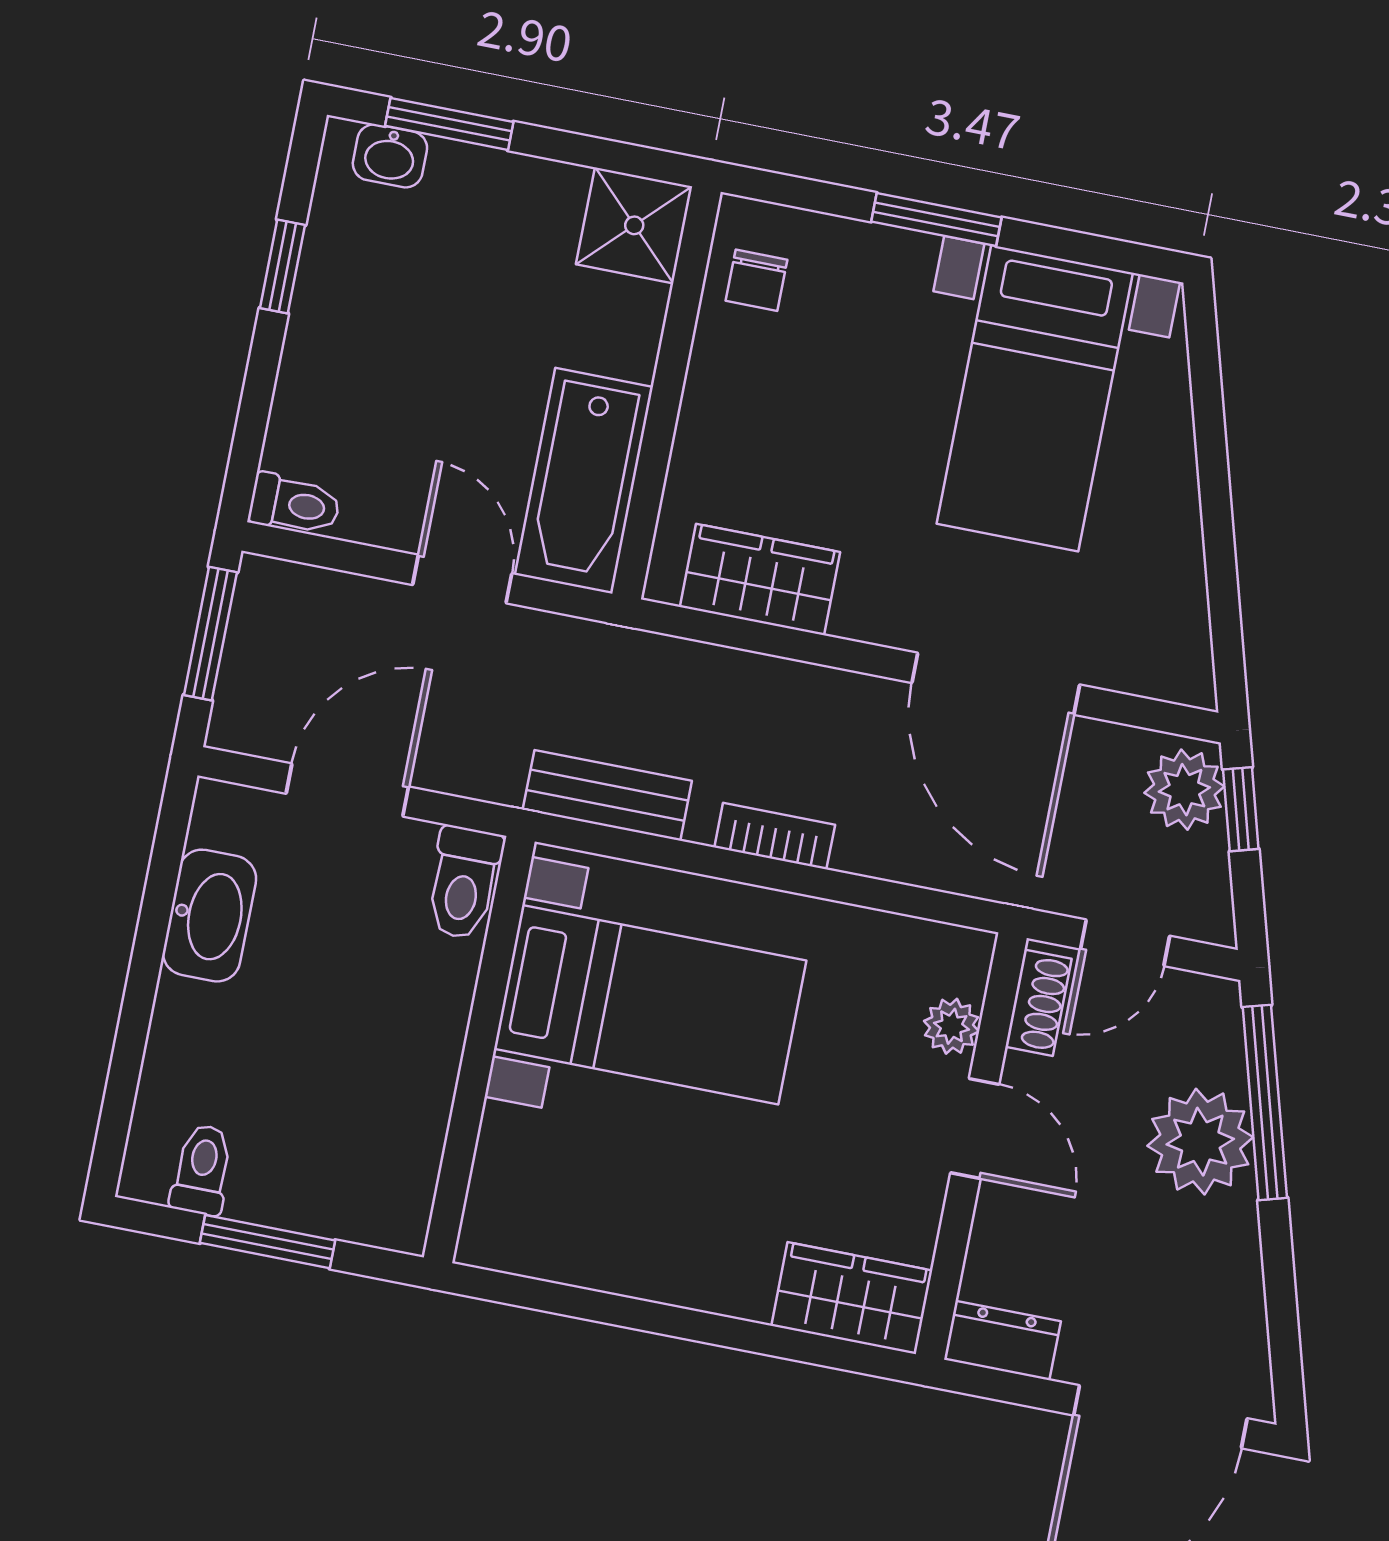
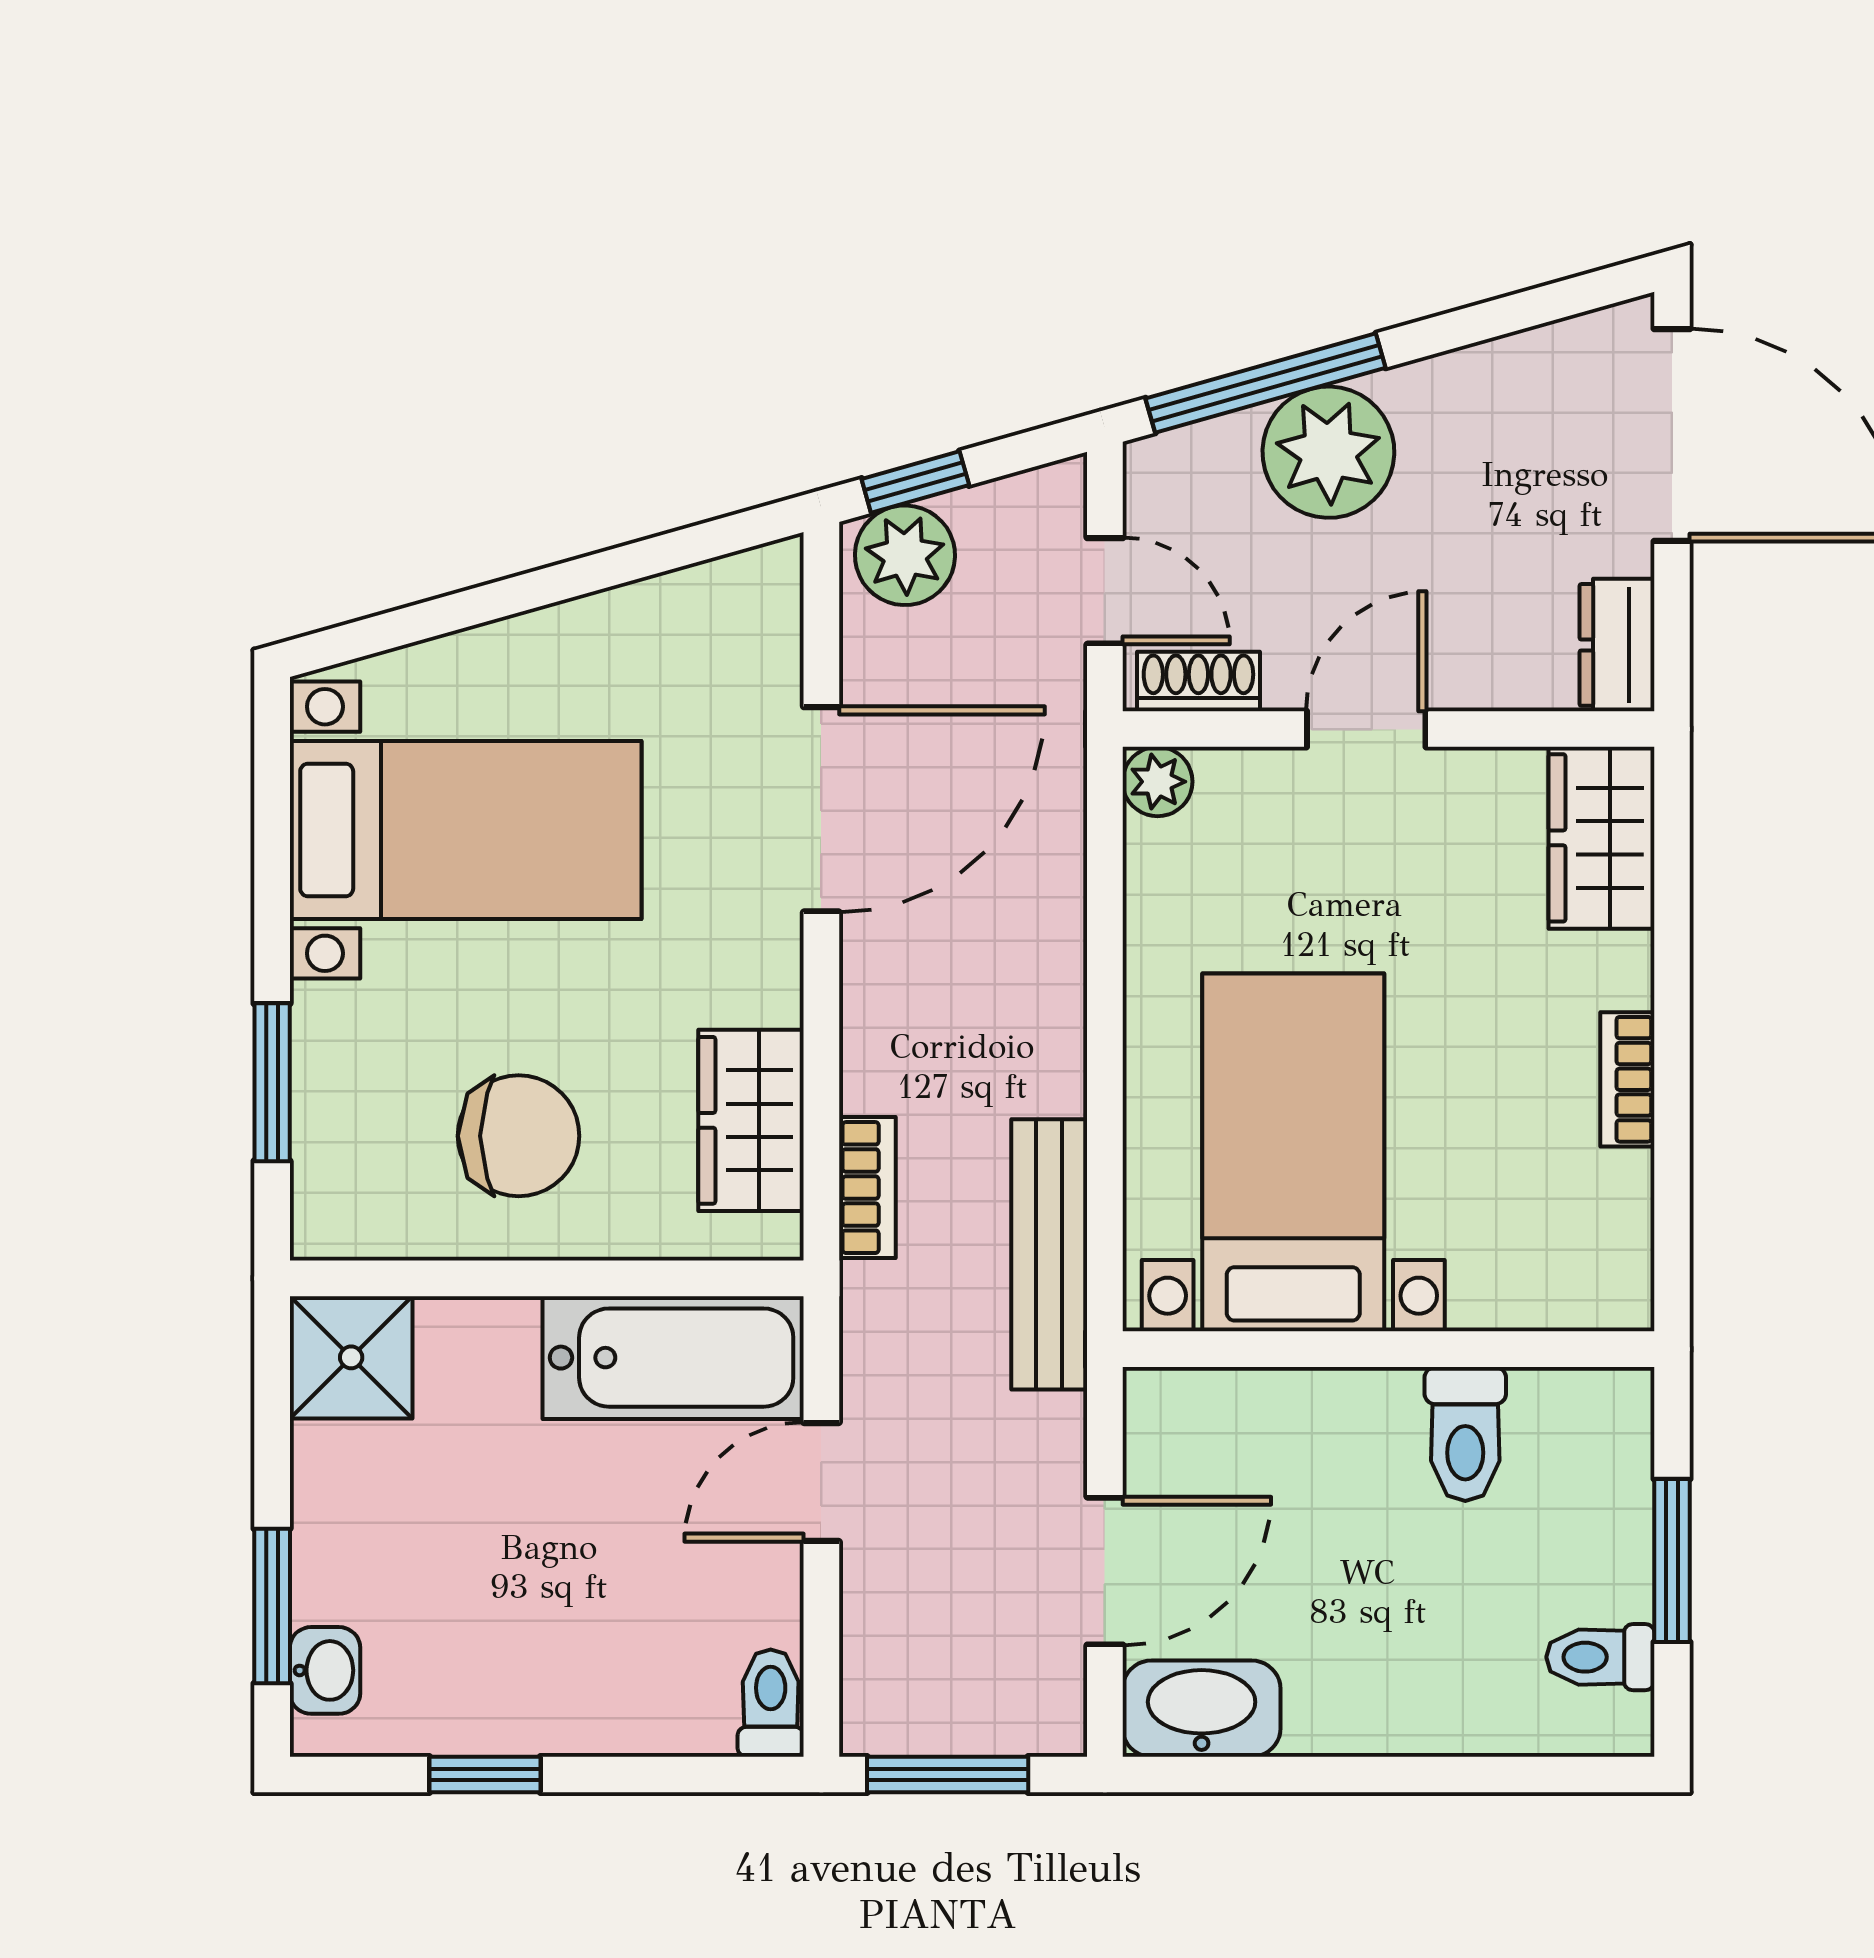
window: (936, 220) -> (272, 1082), moved
chair: (756, 280) -> (519, 1136), moved, width x1.87, depth x1.87
door: (347, 790) -> (1105, 1571), swing flipped
bench: (607, 795) -> (1049, 1254), width x1.36
bookcase: (775, 836) -> (867, 1188), moved, turned 180
toilet: (464, 883) -> (1465, 1434), moved, turned 90
washbasin: (209, 916) -> (1202, 1709), moved
plant: (951, 1026) -> (1157, 782), moved
bookcase: (656, 1281) -> (1627, 1079), added

